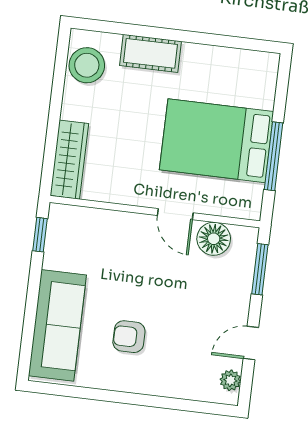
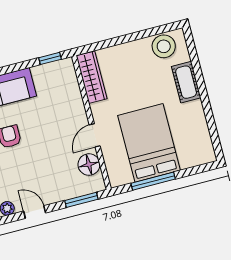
wardrobe: (69, 160) -> (92, 77), moved, turned -90

